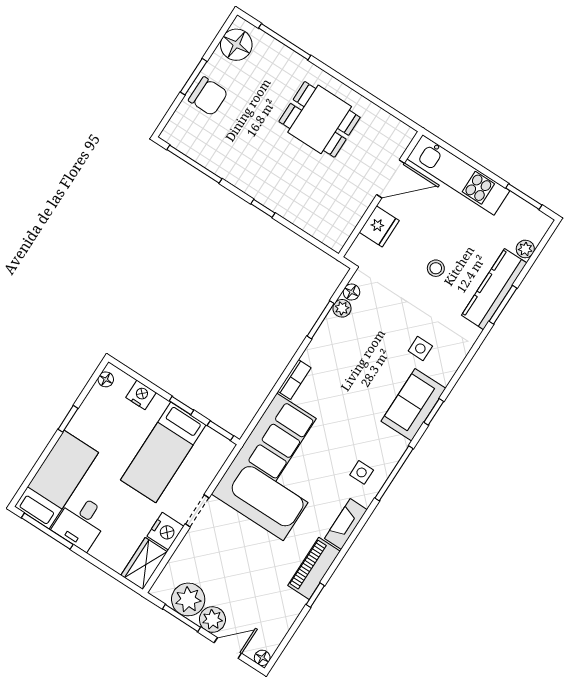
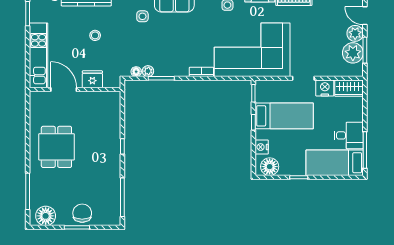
floor lamp: (106, 379) -> (270, 167), width x1.89, depth x1.89

